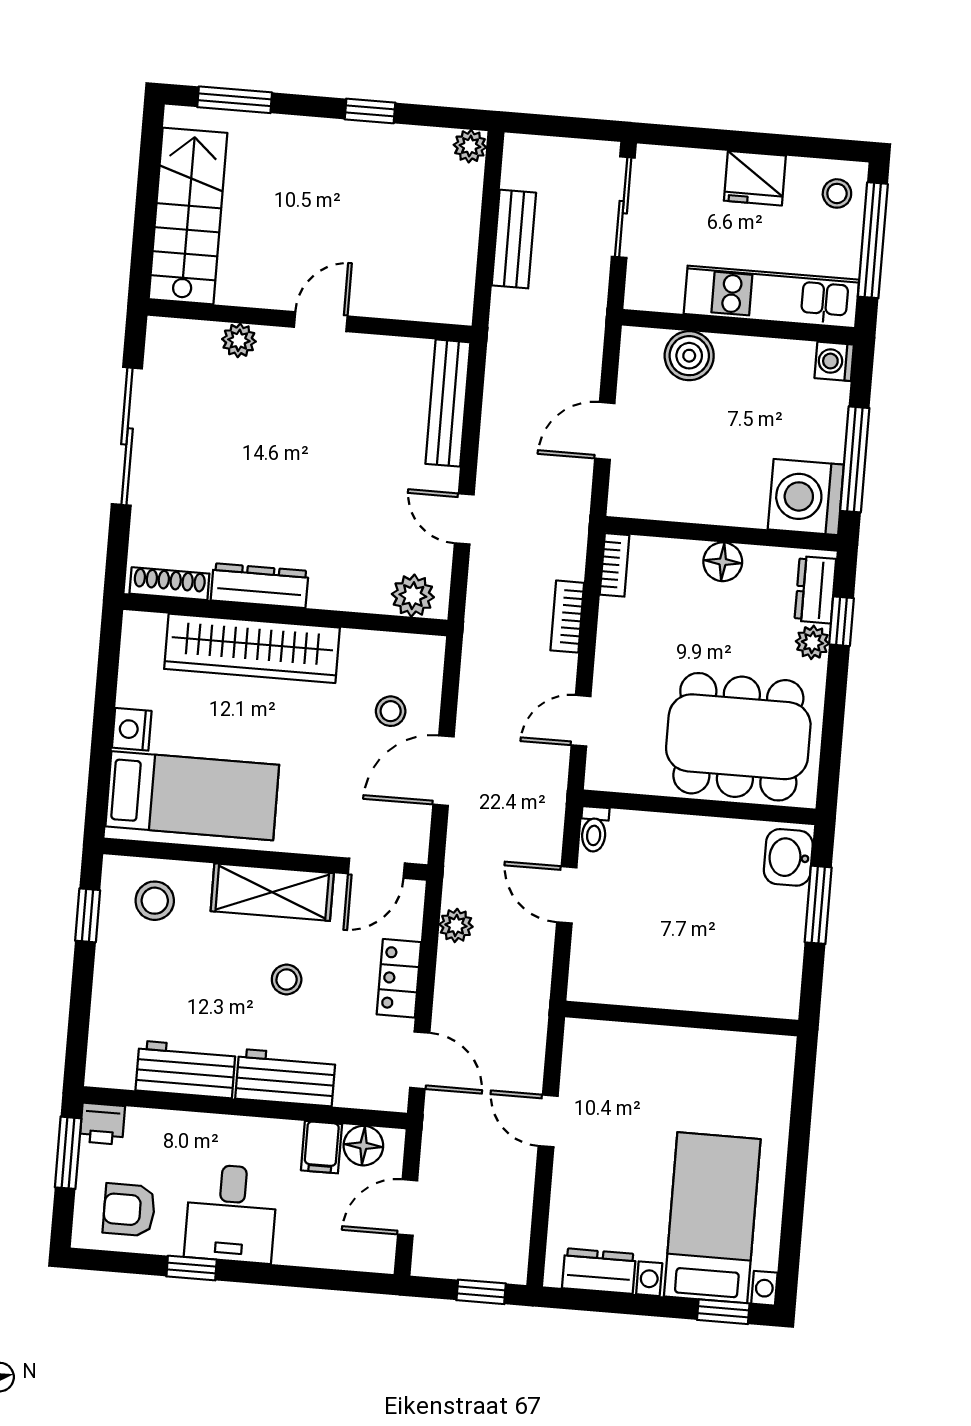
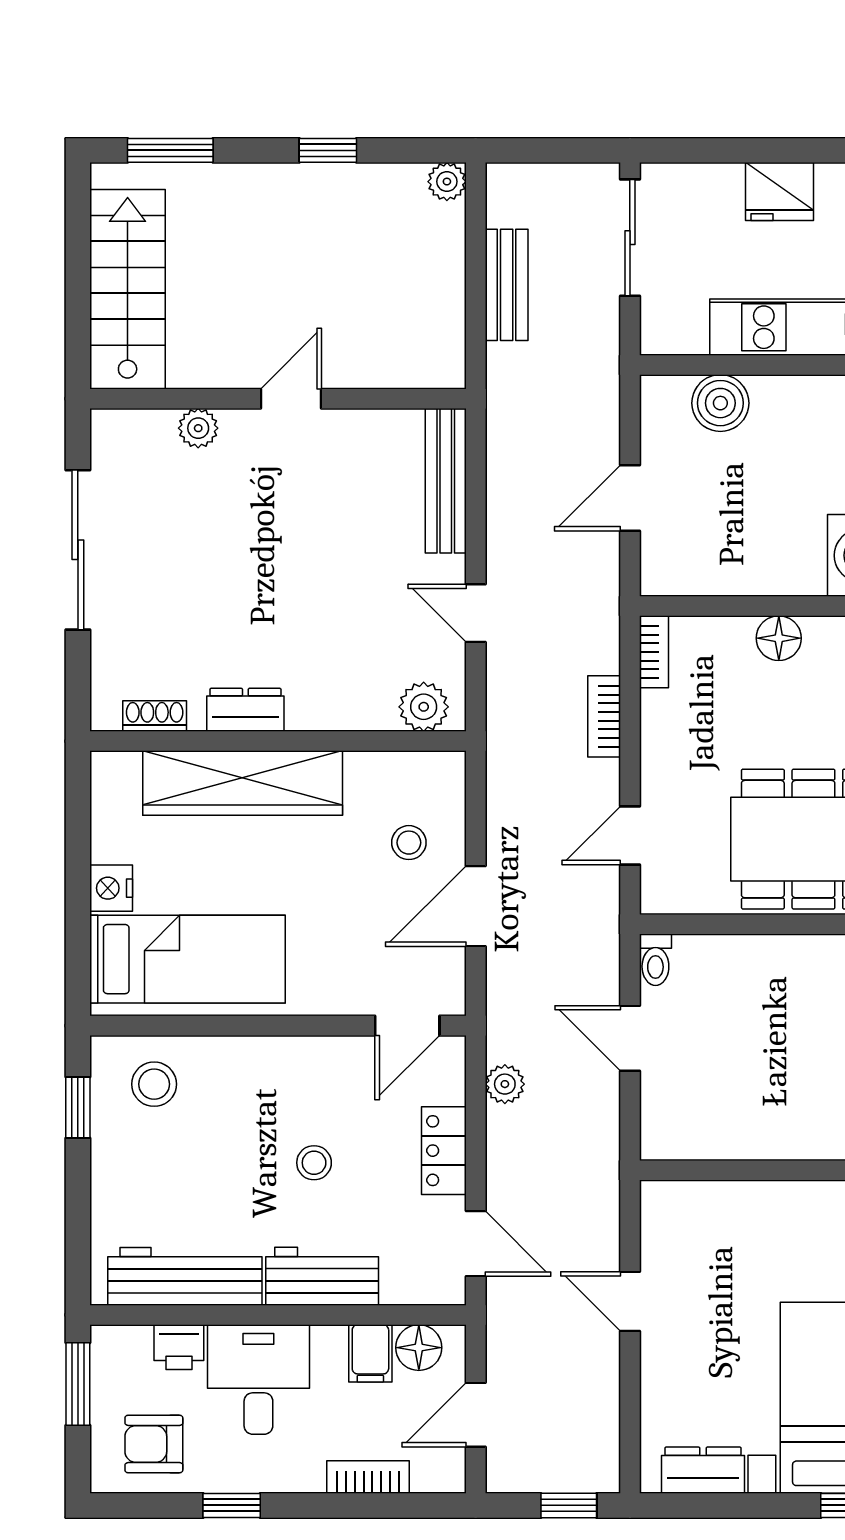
shoe rack: (169, 584) -> (155, 716), width x0.70
dresser: (260, 586) -> (245, 710), width x0.70
shelving: (272, 892) -> (289, 1063), removed
workbench: (186, 1069) -> (185, 1276), width x1.38
printer: (102, 1124) -> (179, 1347), moved
desk: (231, 1213) -> (258, 1379), moved, turned 180
bookcase: (311, 1253) -> (368, 1477), added

